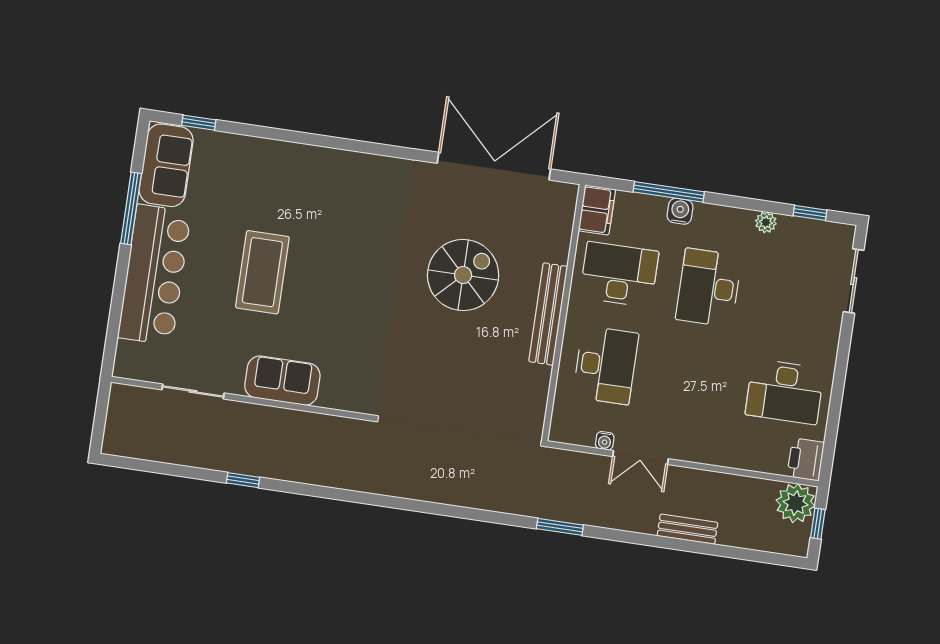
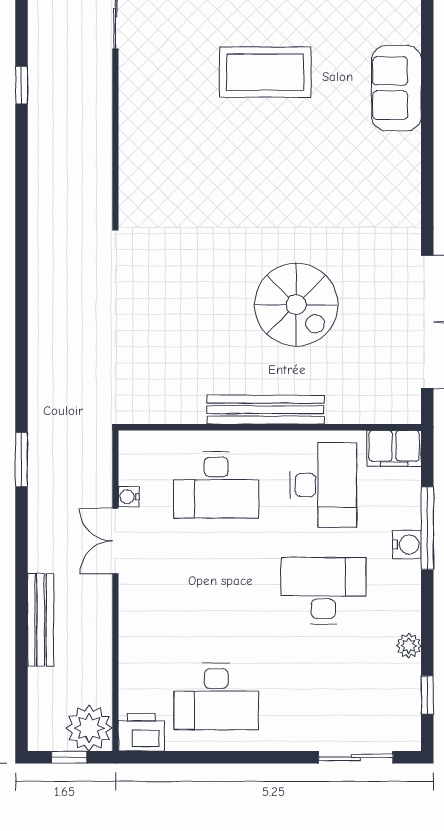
sofa: (282, 381) -> (396, 88), moved, turned 180
desk: (785, 392) -> (216, 696), turned -90
bench: (687, 529) -> (41, 620), width x1.36

